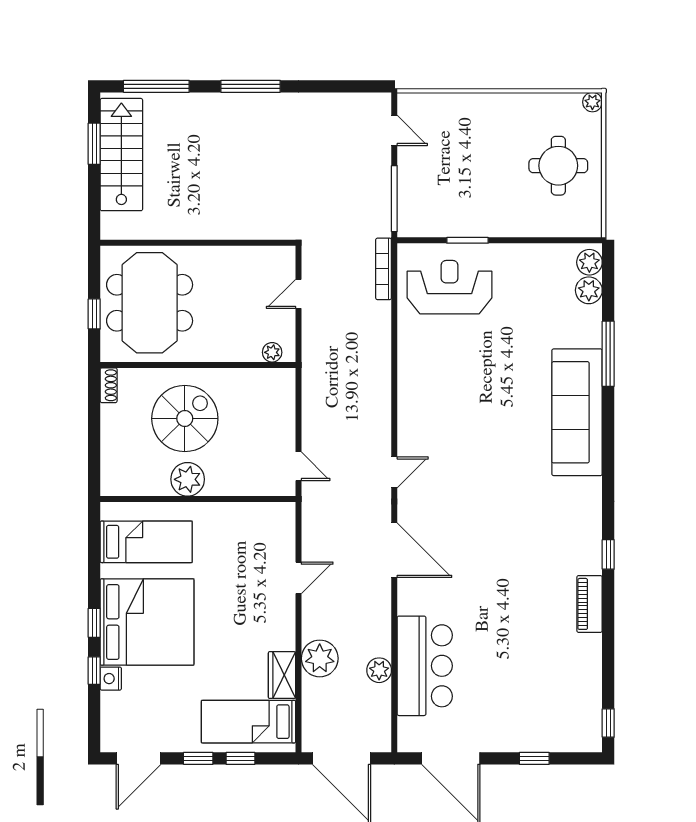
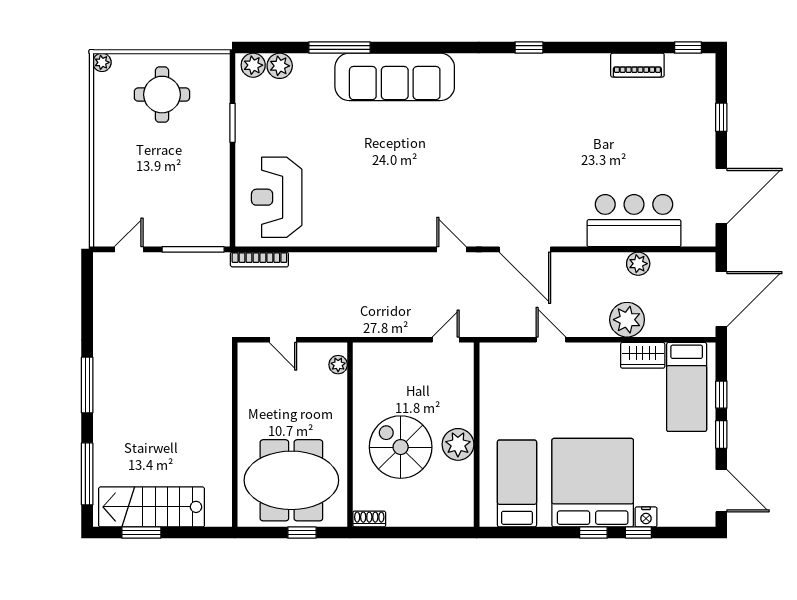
window: (467, 240) -> (232, 123), moved
door: (394, 550) -> (525, 249), swing flipped
piano: (589, 604) -> (637, 65), moved

